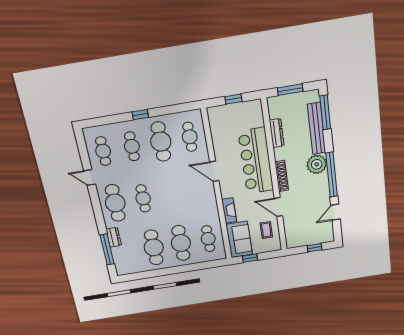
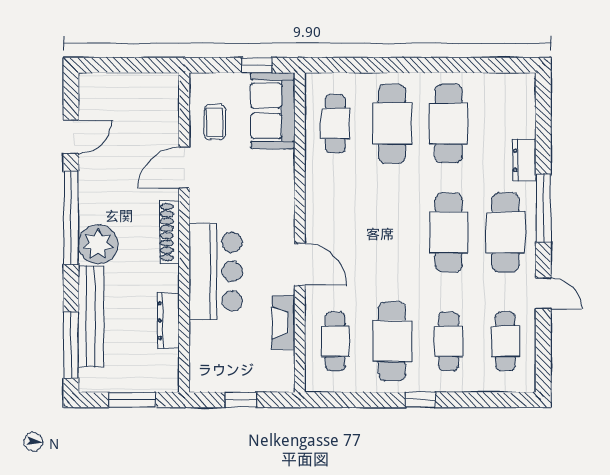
bar counter: (256, 161) -> (216, 272), width x0.73
cafe table: (143, 198) -> (449, 232), width x1.37, depth x1.35
door: (278, 207) -> (184, 168), swing flipped
fireplace: (229, 211) -> (283, 322), moved
window: (315, 248) -> (121, 65), removed
window: (107, 249) -> (543, 208), moved

